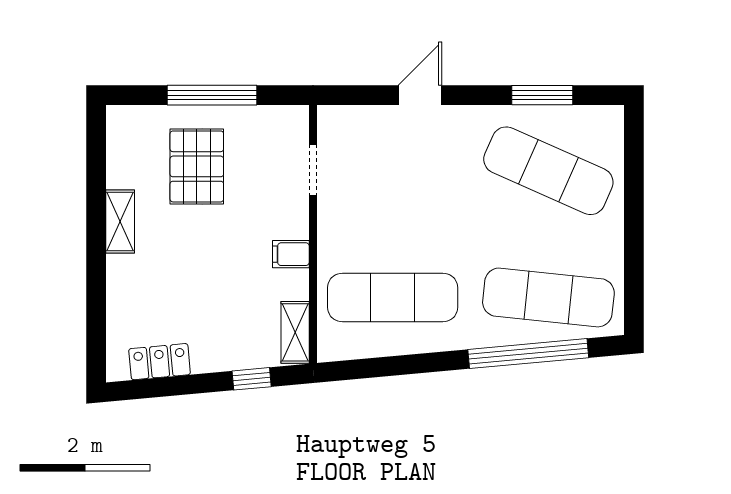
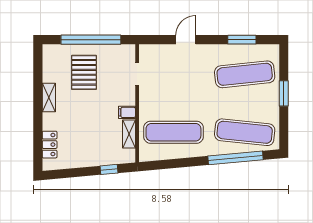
window: (212, 95) -> (91, 40), width x1.46
exercise mat: (548, 171) -> (245, 74), turned -30
window: (634, 213) -> (284, 93), added
shelving: (295, 332) -> (129, 134), moved
locker: (160, 362) -> (50, 145), moved, turned 95

